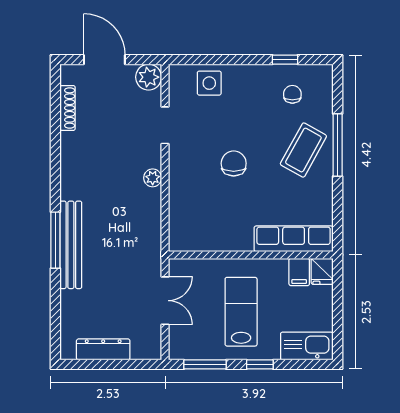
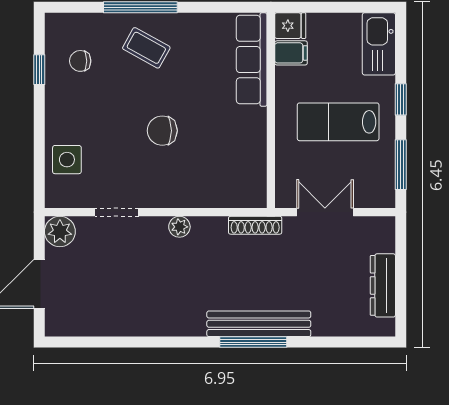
shoe rack: (68, 108) -> (255, 225), moved, turned 180
coffee table: (303, 150) -> (146, 48), width x0.73, depth x0.77

